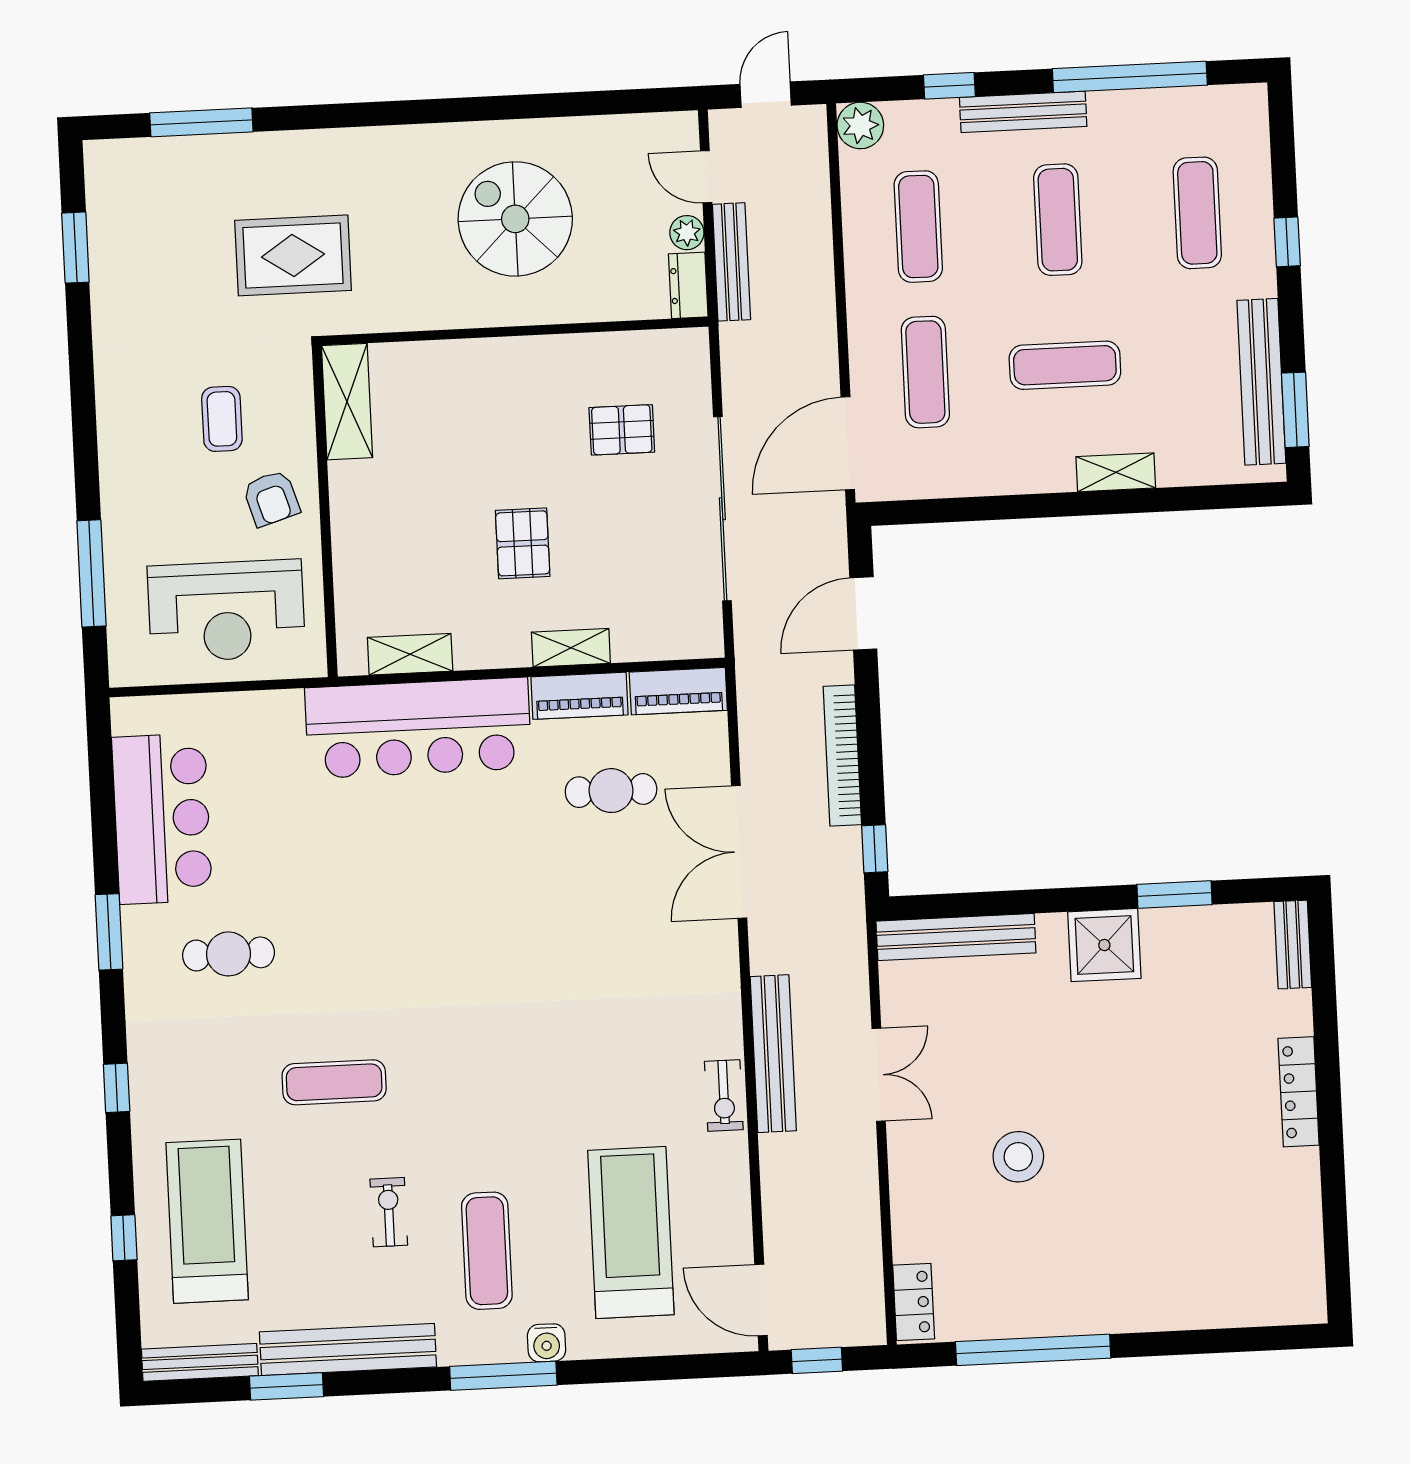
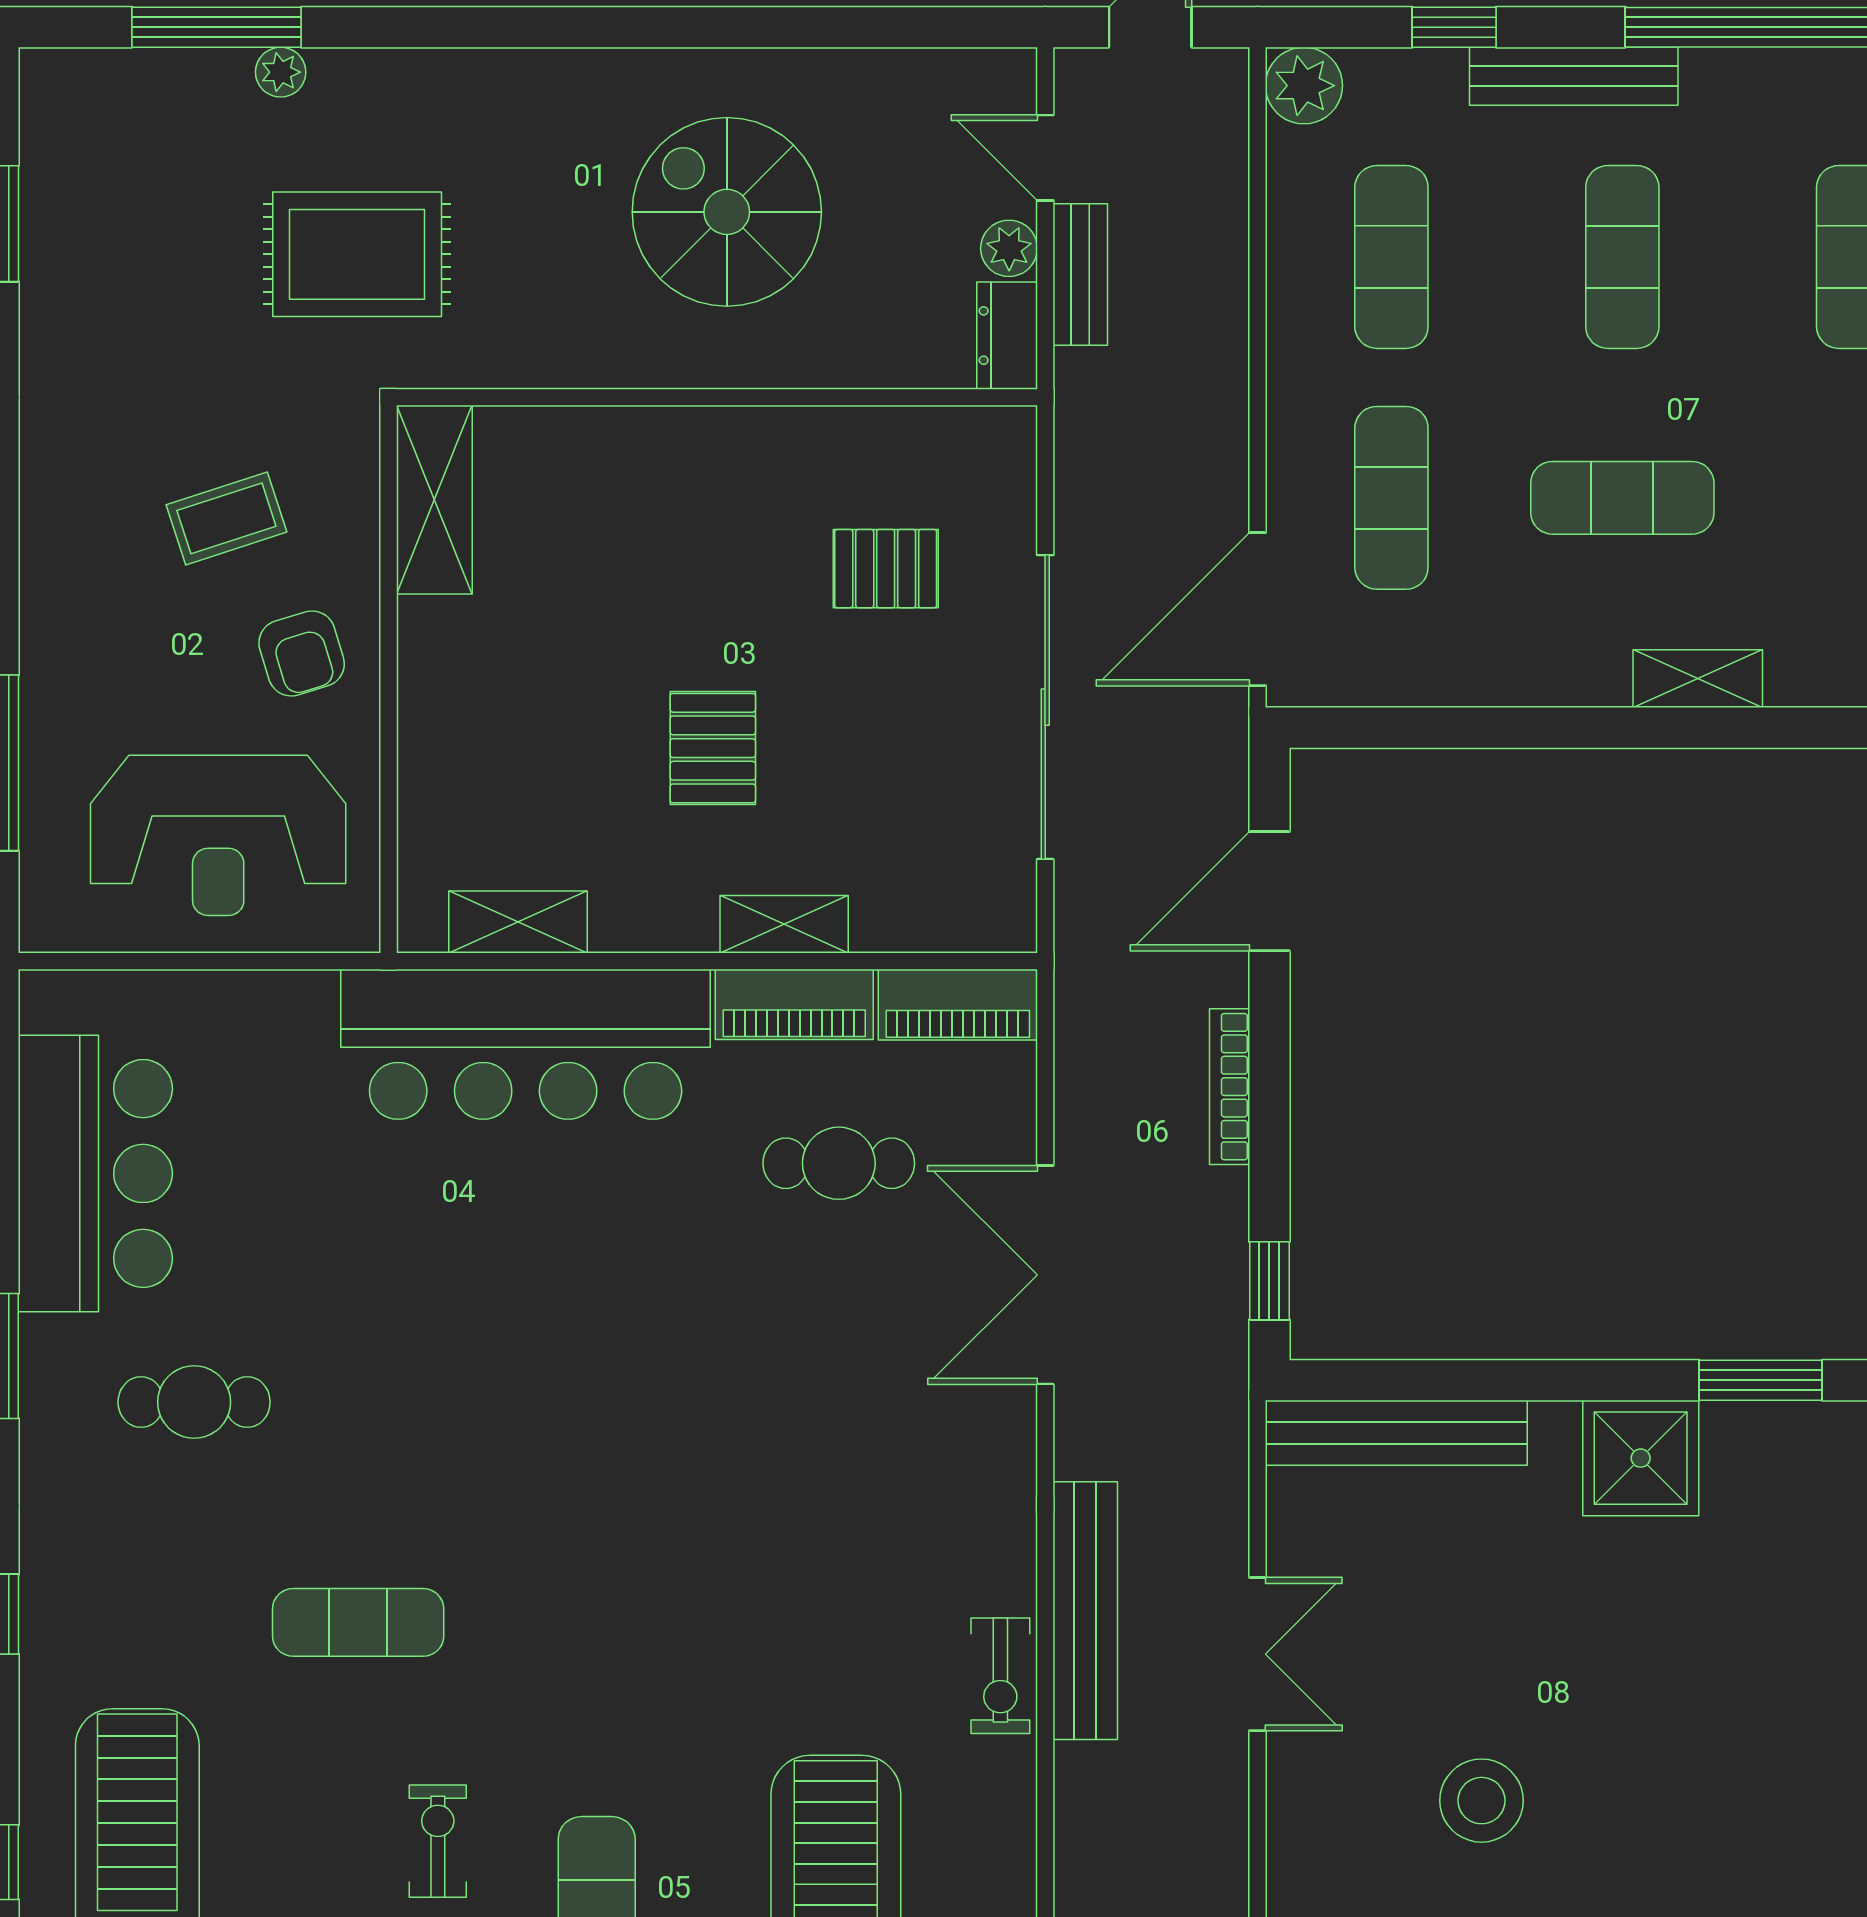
plant: (241, 148) -> (281, 72), added
bench: (731, 262) -> (1080, 275), width x0.73
coffee table: (222, 419) -> (226, 518), turned 72
bookcase: (842, 756) -> (1230, 1087), width x0.68, depth x0.76

